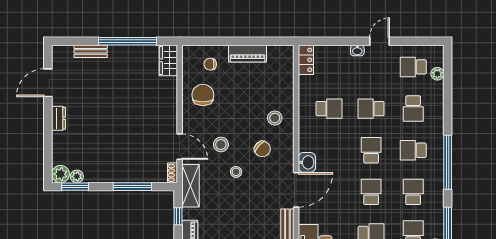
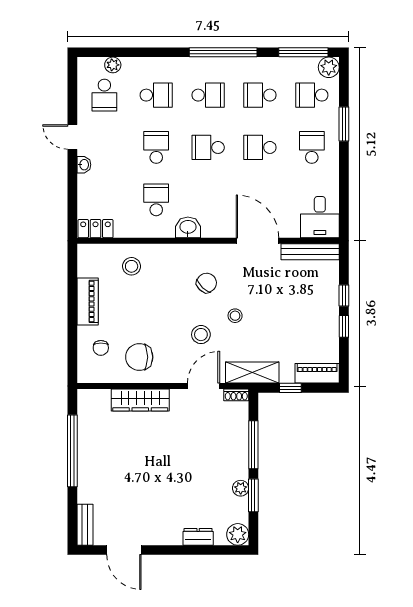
bench: (91, 51) -> (85, 525), moved
wardrobe: (168, 60) -> (140, 400), moved, width x1.50
school desk: (371, 109) -> (156, 147), turned 180
dresser: (59, 118) -> (198, 537), moved
stool: (275, 118) -> (132, 266), moved
school desk: (413, 150) -> (208, 95), turned -90
washbasin: (307, 162) -> (188, 227), moved
plant: (77, 176) -> (241, 488), moved
window: (75, 187) -> (253, 495), moved

